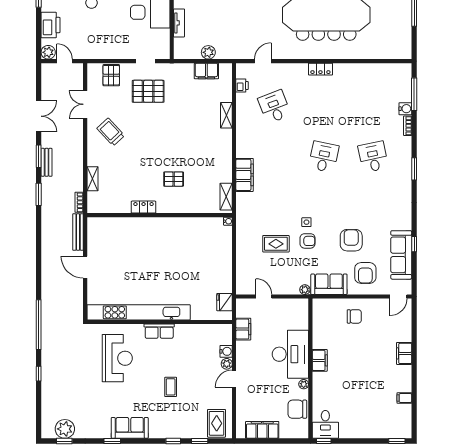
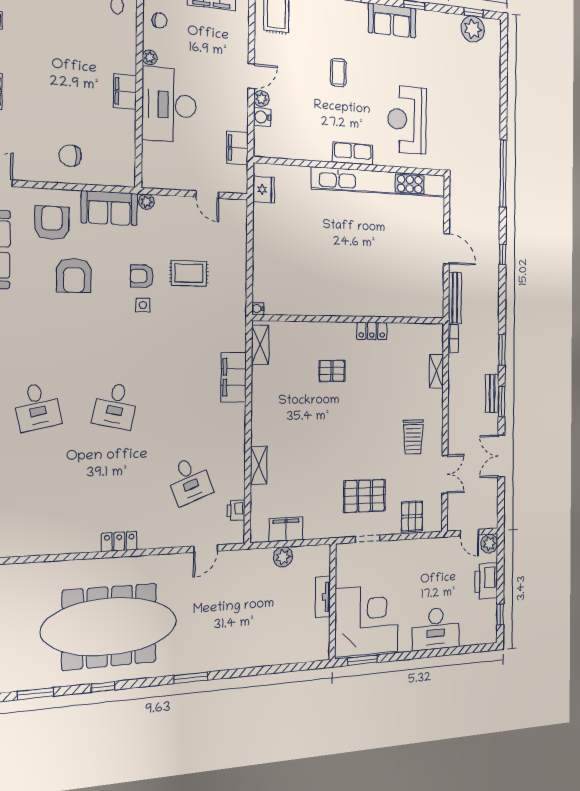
trolley: (111, 132) -> (413, 437), turned 43
window: (39, 374) -> (503, 254), moved
chair: (297, 409) -> (160, 20), width x0.54, depth x0.54

